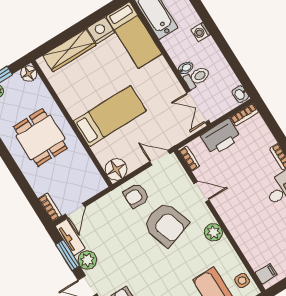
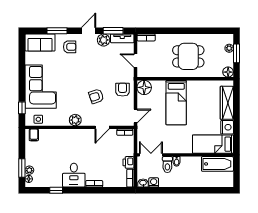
washing machine: (201, 32) -> (154, 182), moved
printer: (221, 137) -> (129, 162), width x0.53, depth x0.68
door: (75, 210) -> (135, 61), moved
armchair: (166, 224) -> (96, 96), width x0.53, depth x0.53

